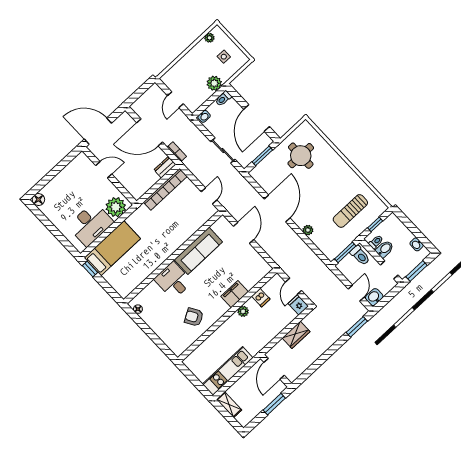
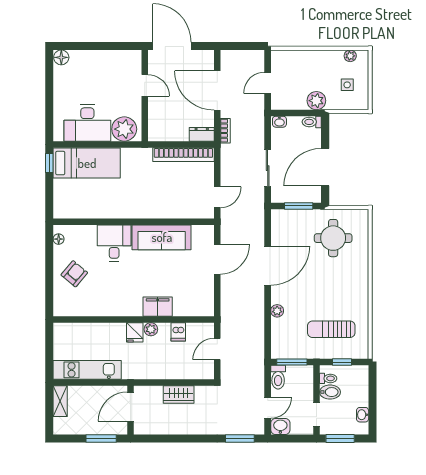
toilet: (360, 255) -> (278, 377), moved
fridge: (298, 305) -> (135, 332), moved, turned 180
armchair: (194, 317) -> (74, 274), moved, turned 70

